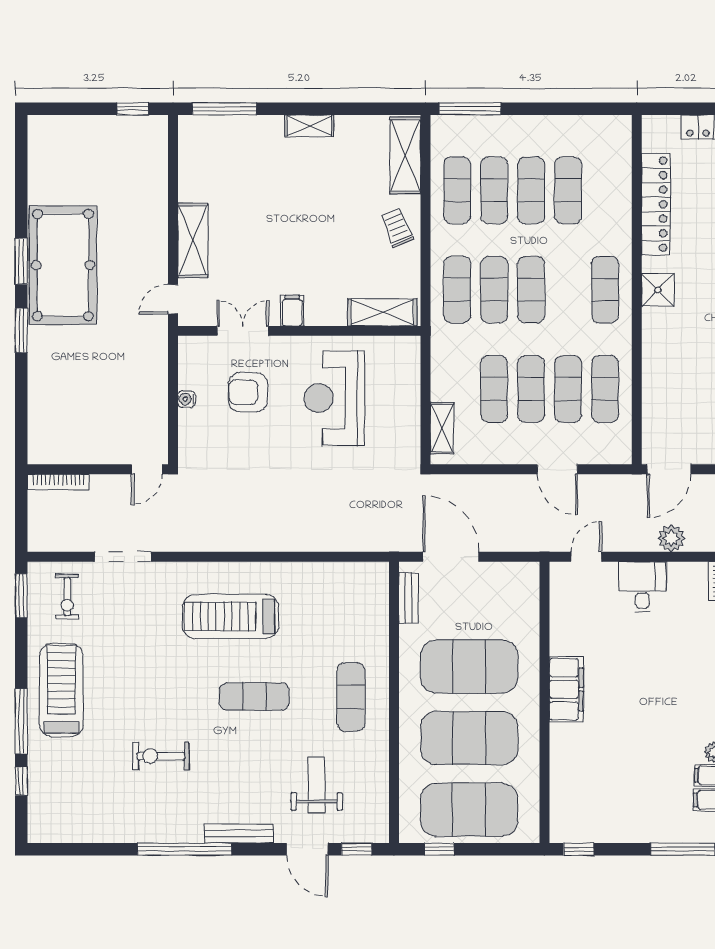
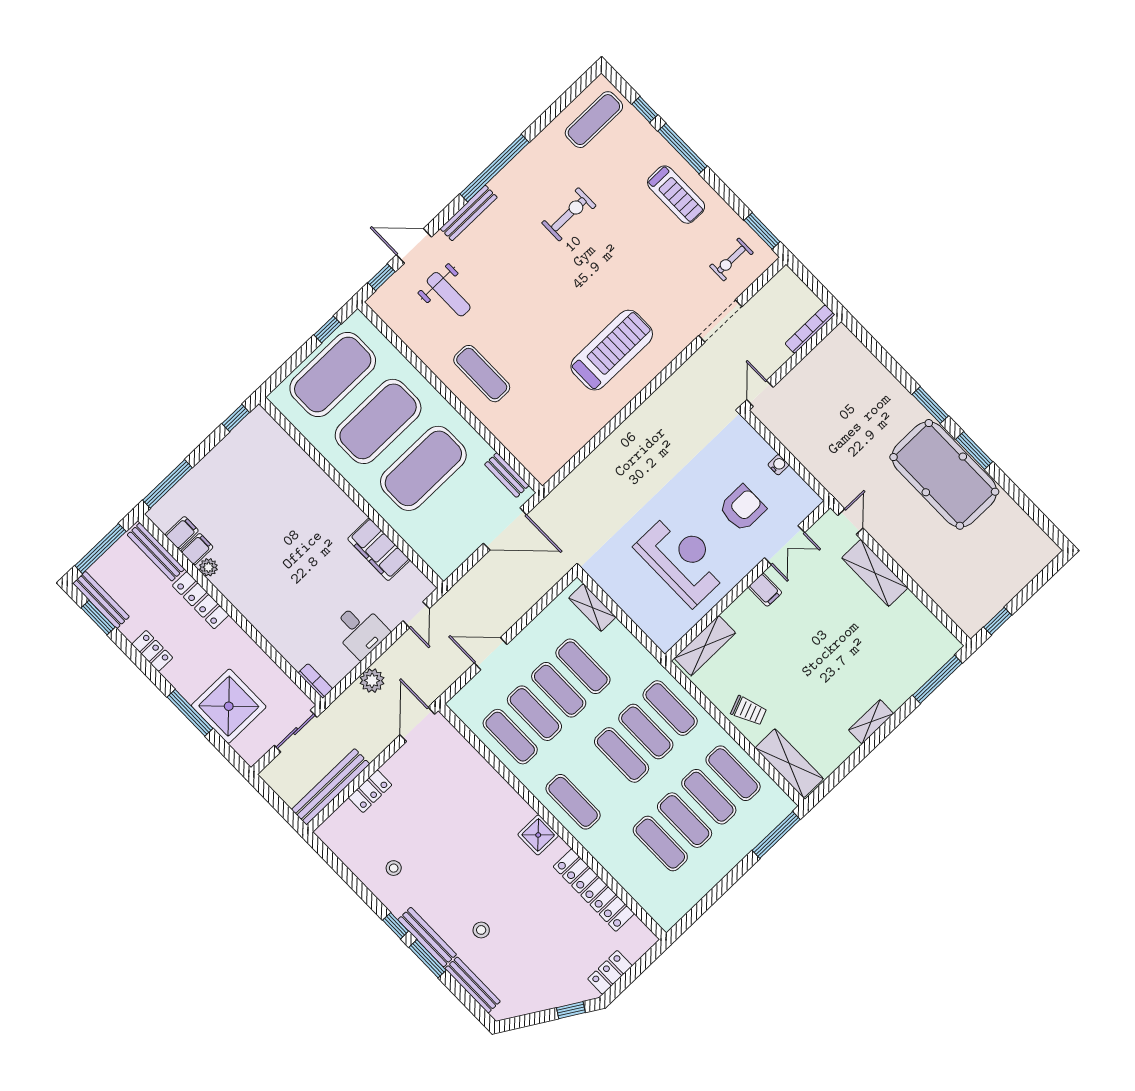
exercise bike: (67, 597) -> (731, 260), turned -90
filing cabinet: (566, 689) -> (379, 549), moved
treadmill: (61, 690) -> (676, 195), width x0.73, depth x0.73
exercise mat: (254, 696) -> (594, 120), moved

